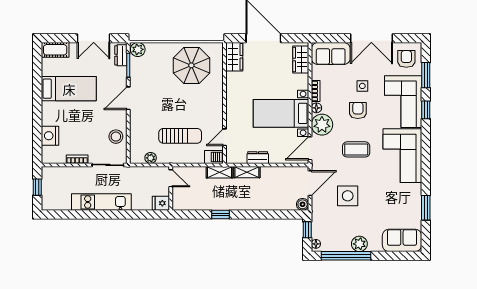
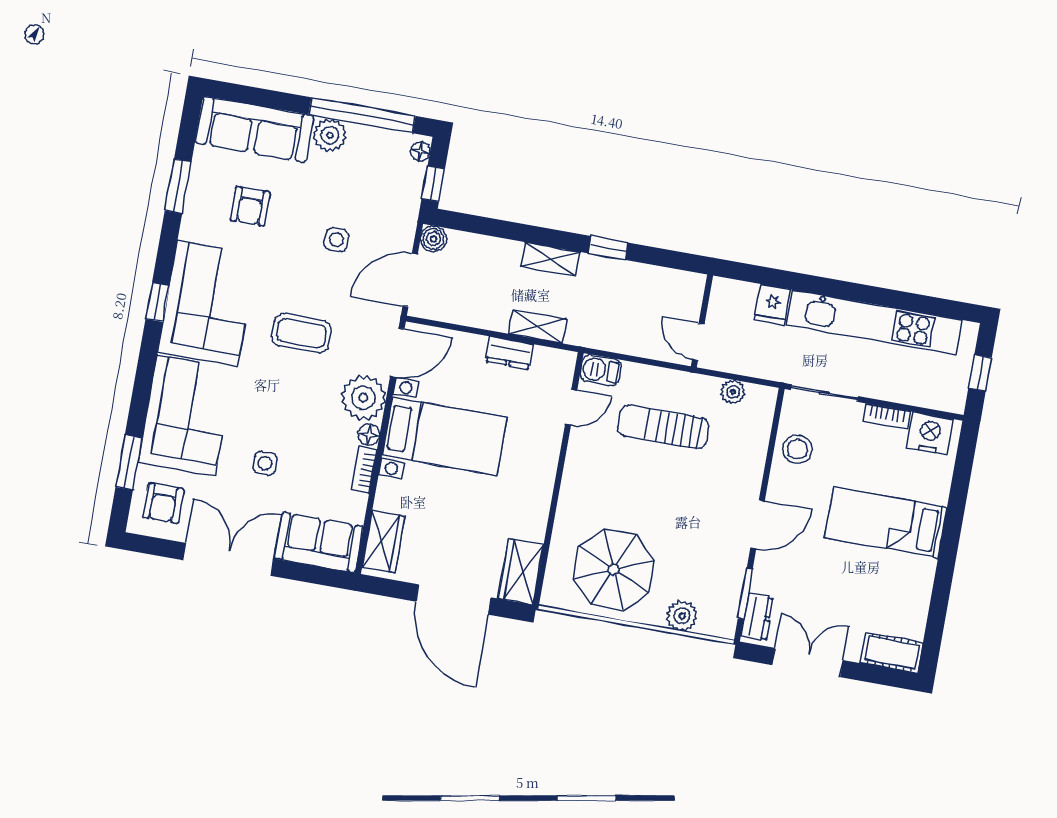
plant: (138, 49) -> (682, 616), moved
bed: (69, 89) -> (886, 522), moved
armchair: (358, 110) -> (250, 206), moved
window: (426, 110) -> (157, 302), moved
nightstand: (50, 136) -> (930, 434), moved, turned -90
shelving: (220, 172) -> (550, 259), moved
side table: (348, 196) -> (336, 240), width x0.54, depth x0.54
kitchen unit: (101, 202) -> (874, 322), width x1.36
fridge: (161, 203) -> (773, 305), moved, turned 90
sofa: (402, 240) -> (254, 129), width x1.36

